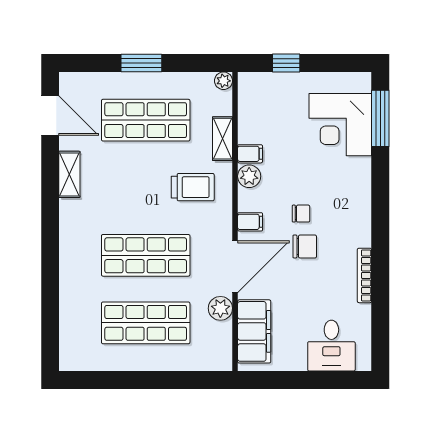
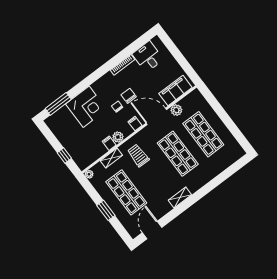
corner desk: (340, 125) -> (86, 107), moved
shelving: (69, 174) -> (180, 198), moved
desk: (331, 346) -> (148, 57), moved, turned -90

